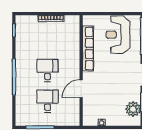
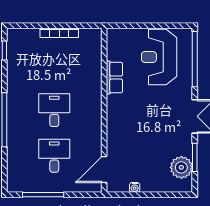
row of seats: (88, 49) -> (114, 78), width x0.50
door: (81, 89) -> (104, 170), moved

